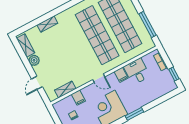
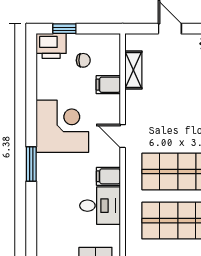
door: (99, 78) -> (123, 136), hinge flipped

